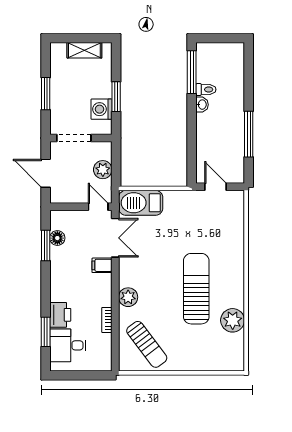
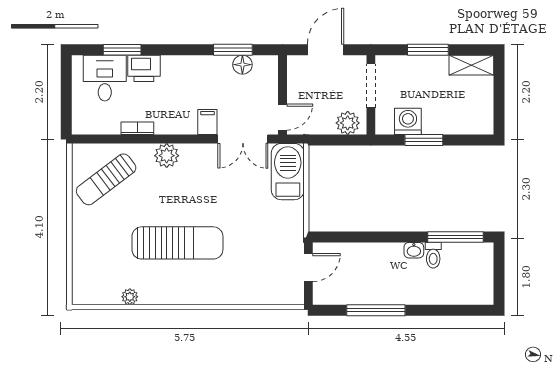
shelving: (84, 50) -> (471, 65), moved, turned 90
plant: (103, 170) -> (348, 123), moved
plant: (233, 320) -> (130, 297), width x0.53, depth x0.53

